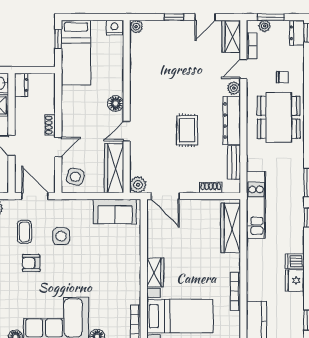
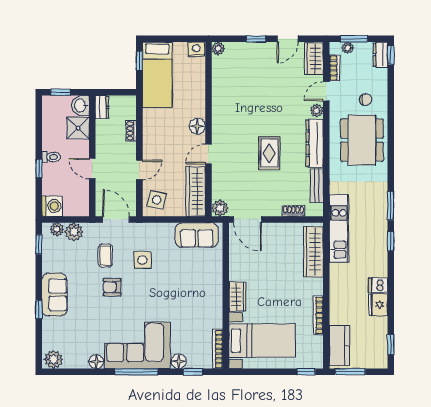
shoe rack: (50, 125) -> (131, 131), moved

